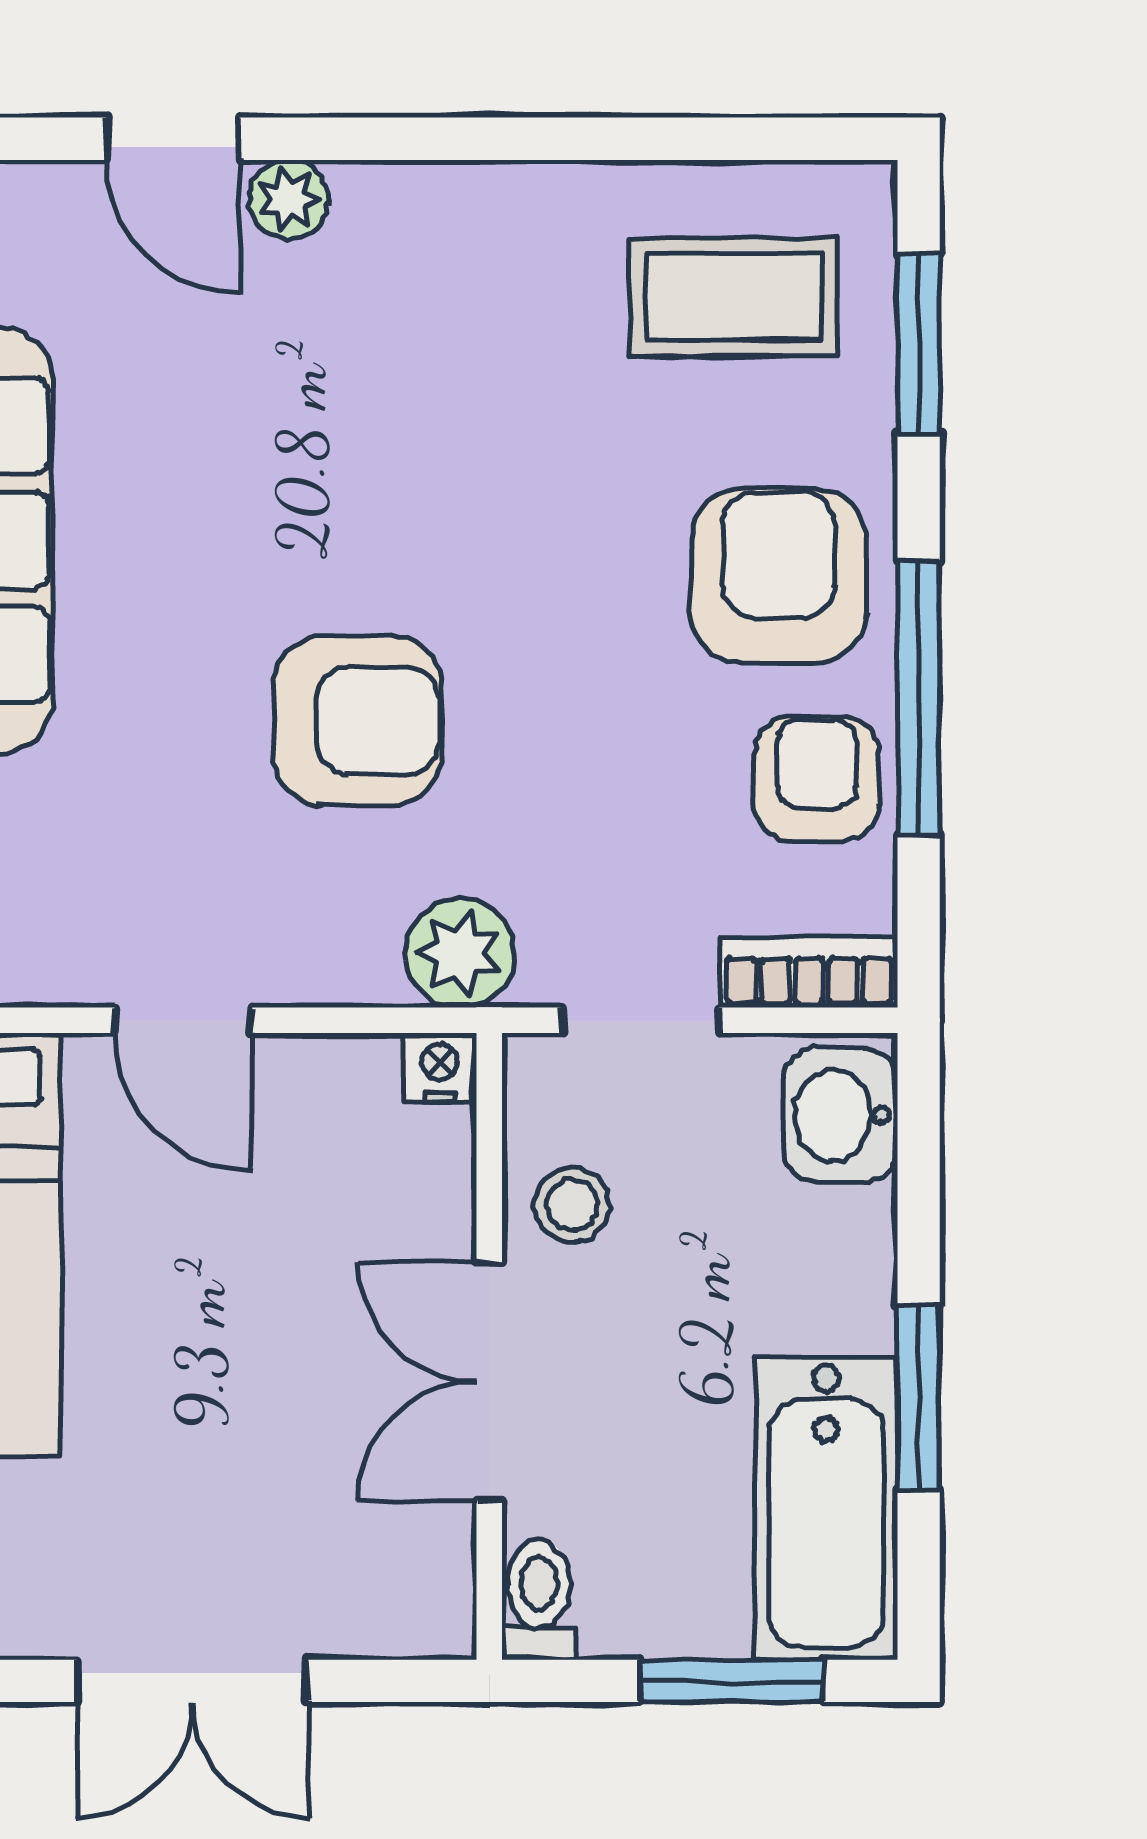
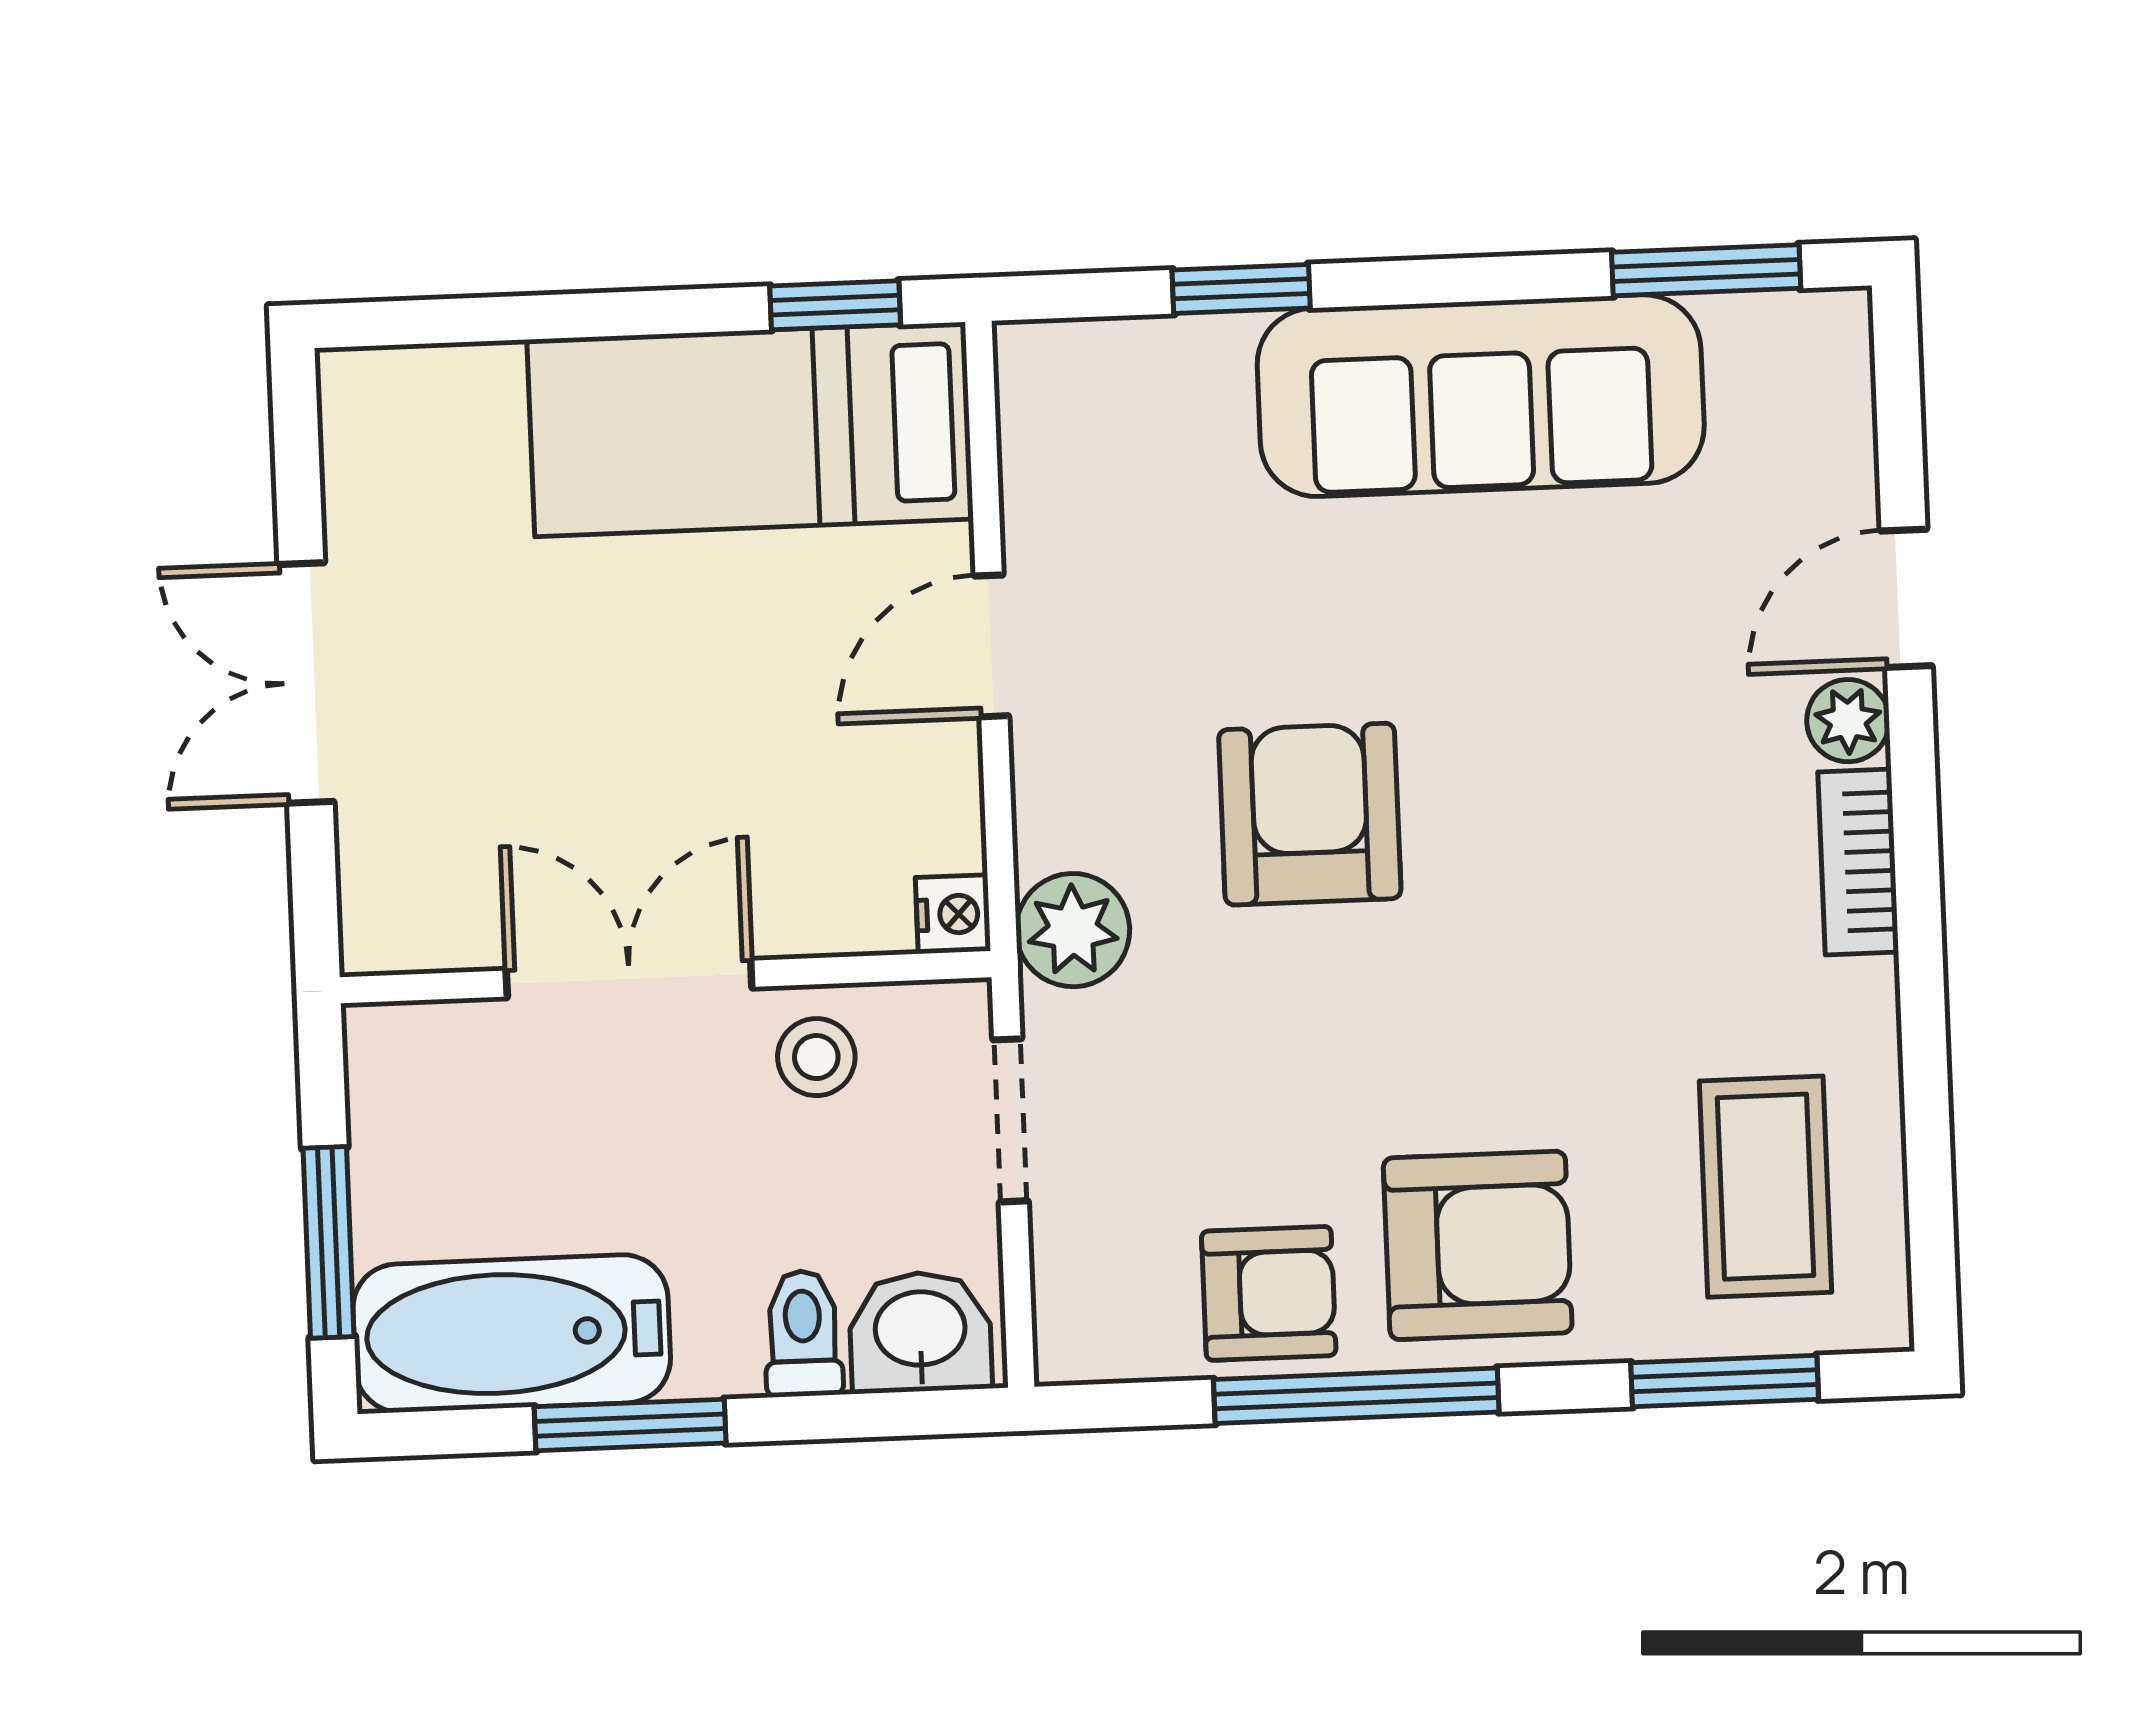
armchair: (357, 721) -> (1310, 814), turned 180
bookcase: (809, 972) -> (1858, 862), moved, turned 180
toilet: (539, 1600) -> (803, 1334), moved, turned -90

